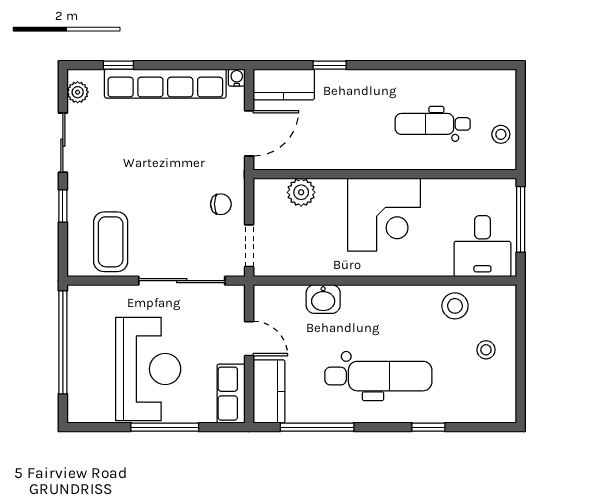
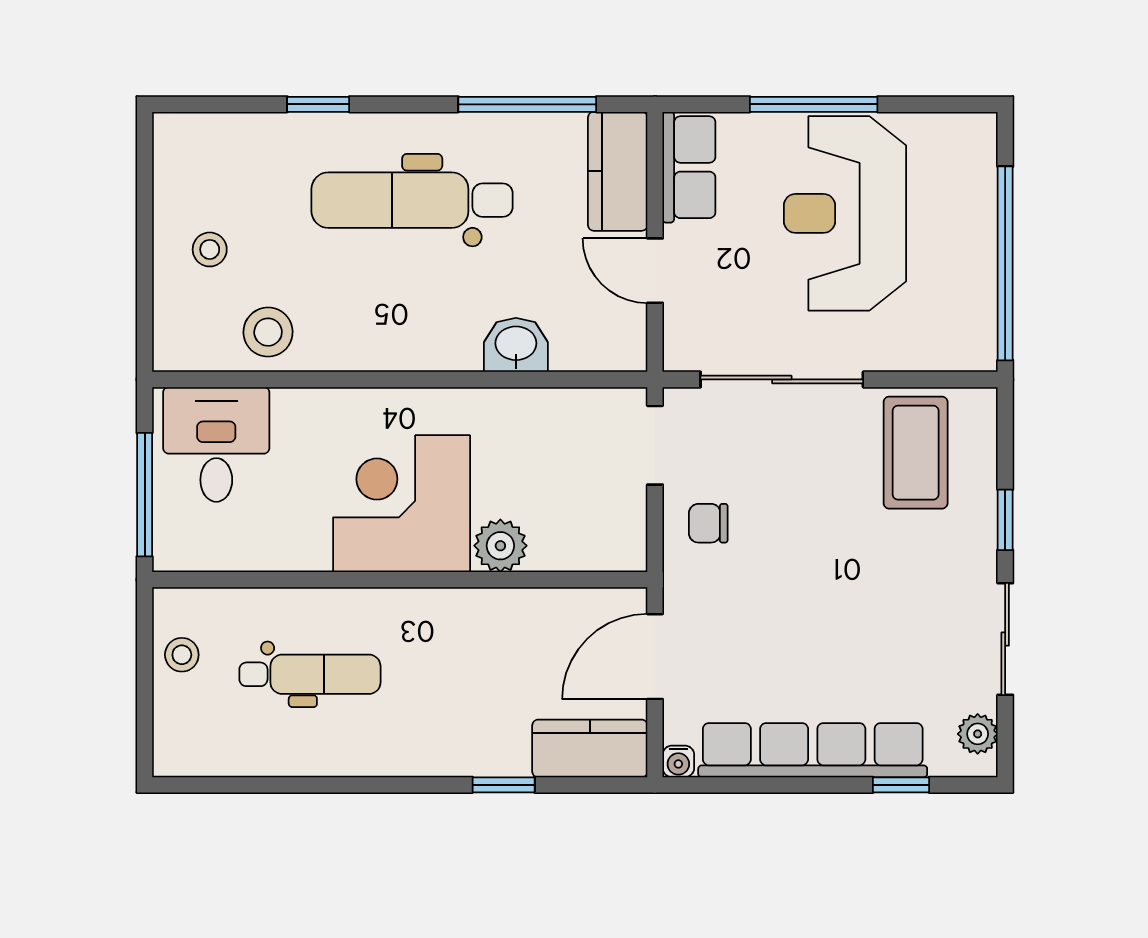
plant: (301, 192) -> (500, 546), moved

